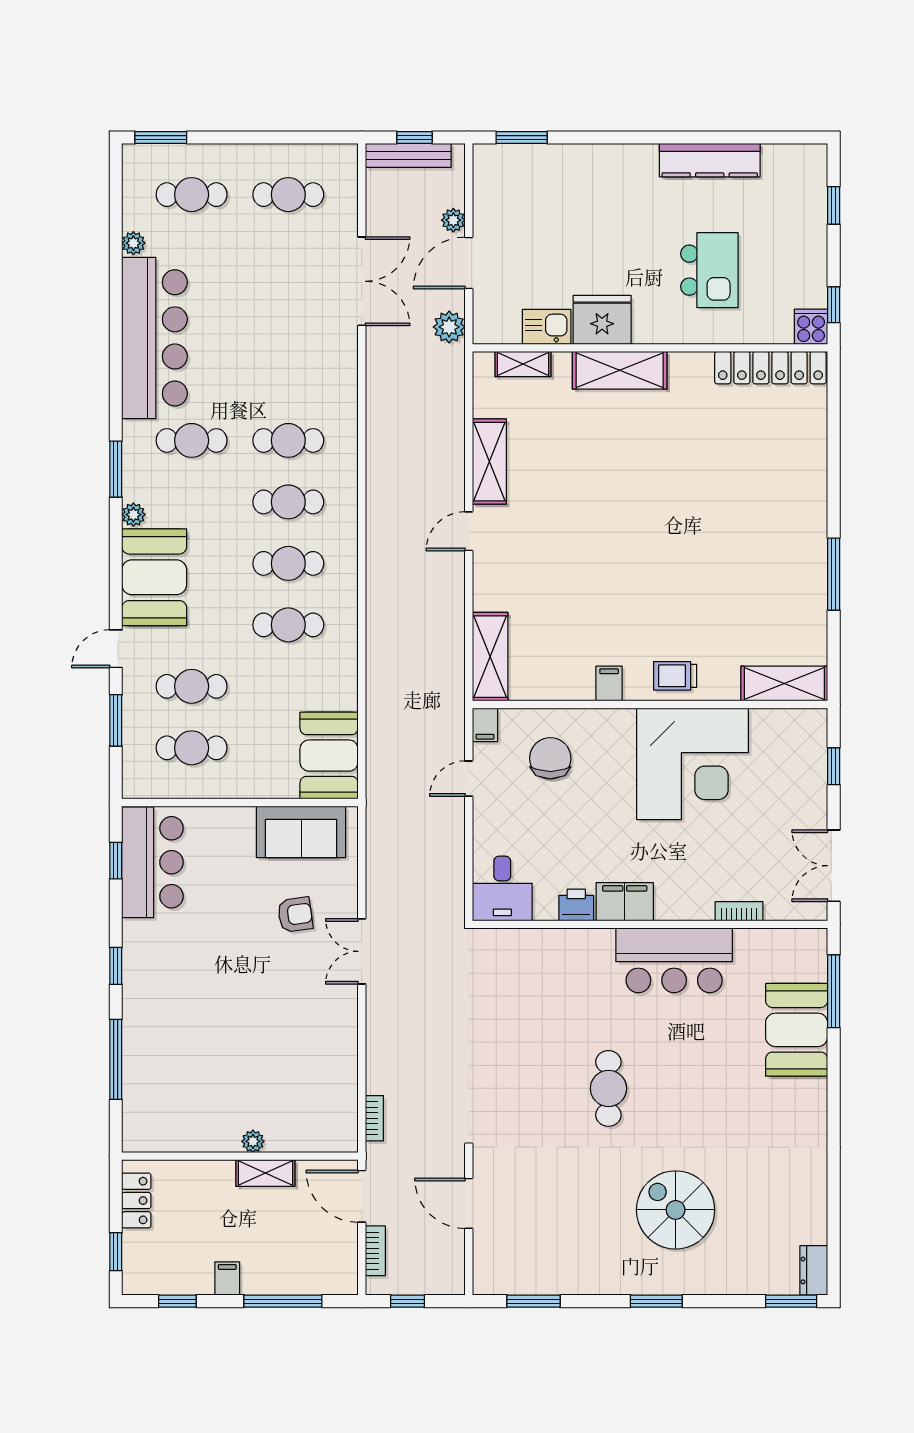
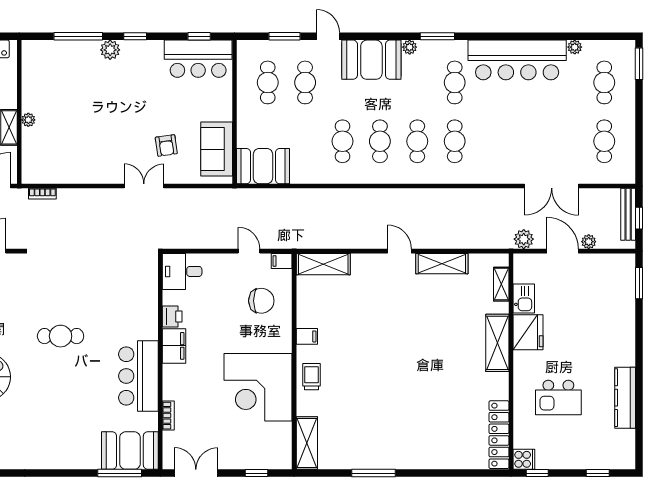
plant: (138, 1007) -> (110, 50), added
booth: (797, 1030) -> (130, 451), moved

